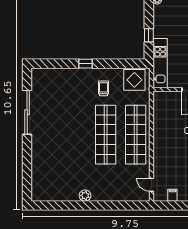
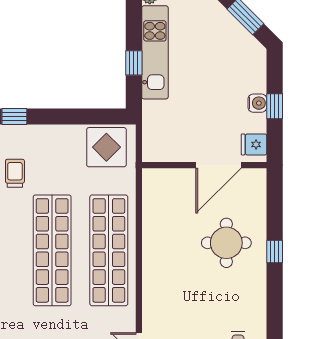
kitchen unit: (160, 63) -> (155, 52), moved
trolley: (103, 88) -> (15, 173), moved

